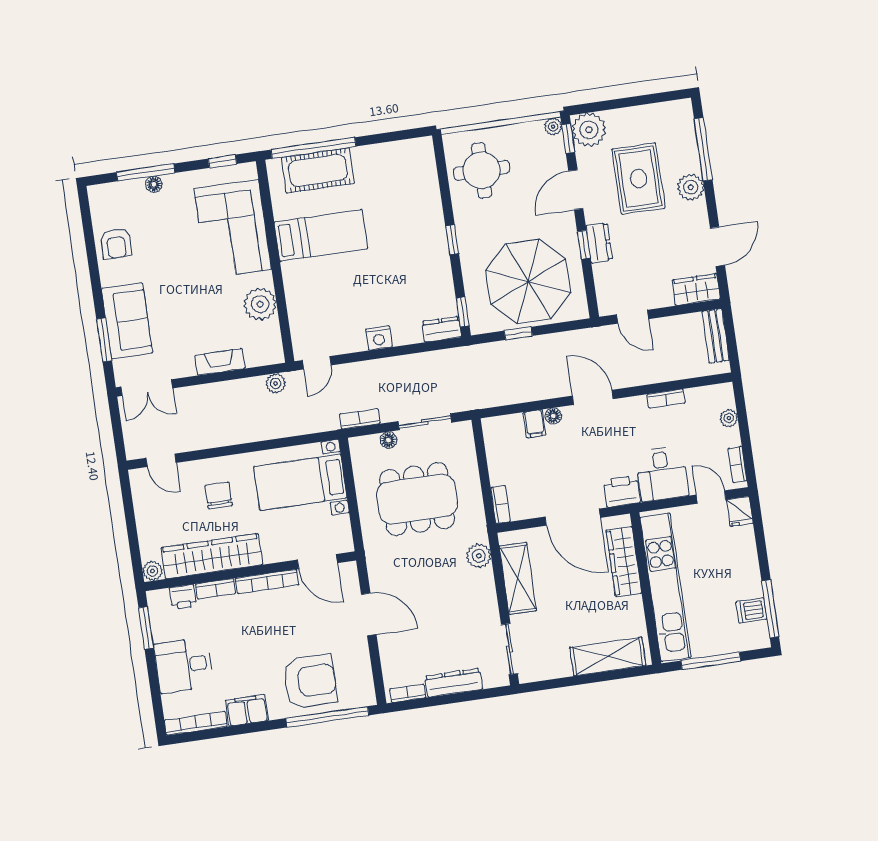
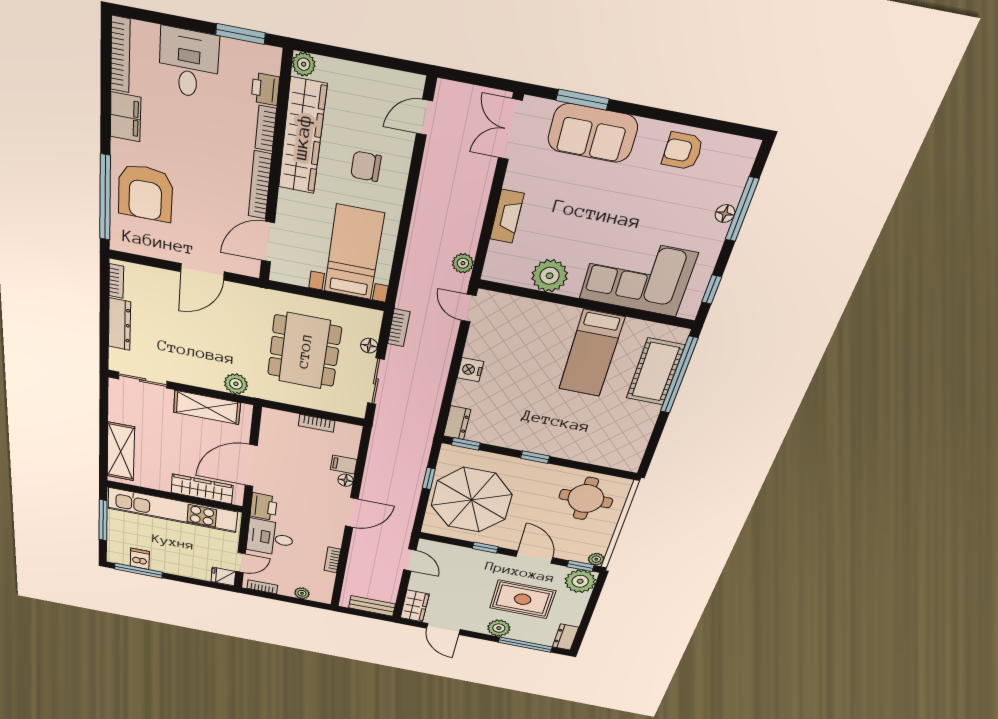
dresser: (599, 243) -> (565, 637), moved, turned 90
door: (633, 317) -> (410, 560), swing flipped
chair: (219, 495) -> (366, 166), turned 180
bookcase: (501, 504) -> (317, 423), moved

